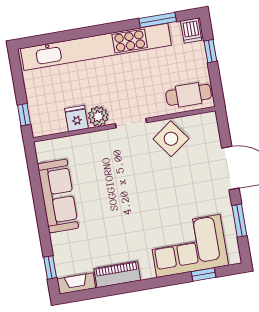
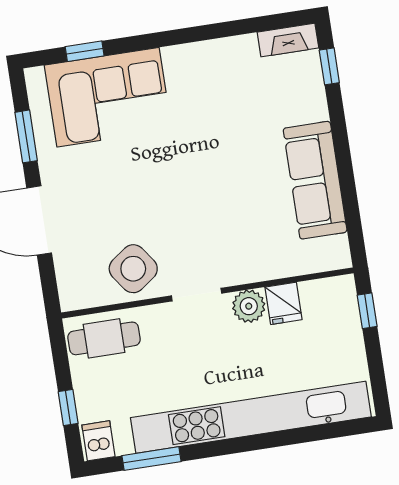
piano: (117, 274) -> (222, 54), removed

